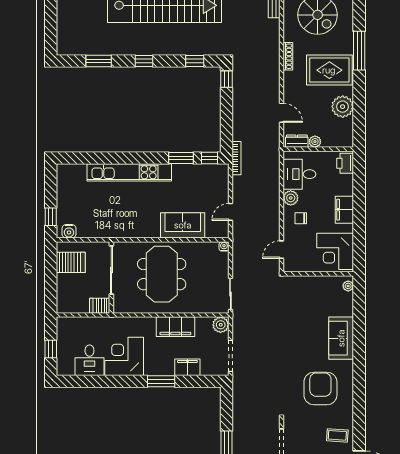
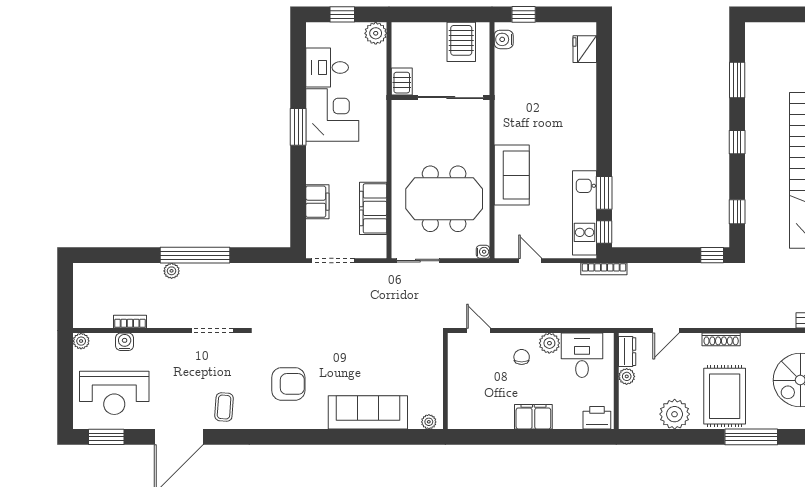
shoe rack: (288, 56) -> (721, 339), moved
fridge: (76, 172) -> (585, 49), added
kitchen unit: (129, 172) -> (585, 213), moved, width x0.73
sofa: (183, 225) -> (512, 175), moved
corner desk: (335, 251) -> (476, 404), removed
meeting table: (162, 274) -> (444, 199), moved
plant: (221, 325) -> (376, 33), moved
filing cabinet: (175, 327) -> (373, 208), moved
sofa: (341, 338) -> (368, 412), width x1.36
window: (161, 381) -> (298, 127), moved
armchair: (320, 389) -> (288, 384), width x0.73, depth x0.73

